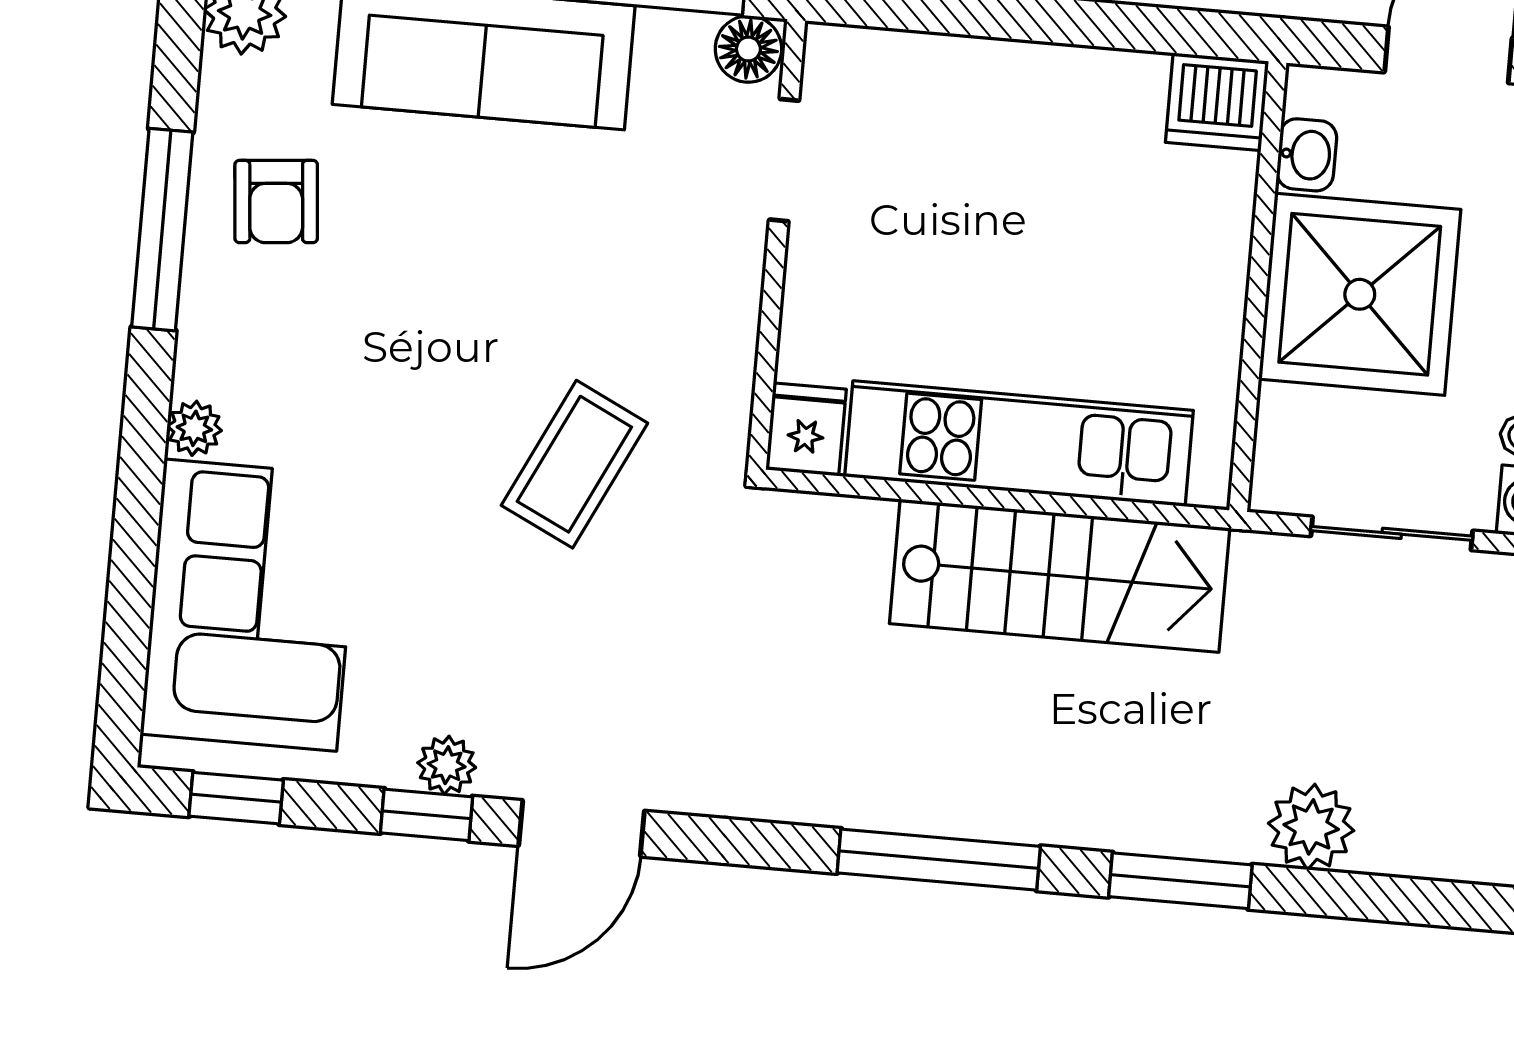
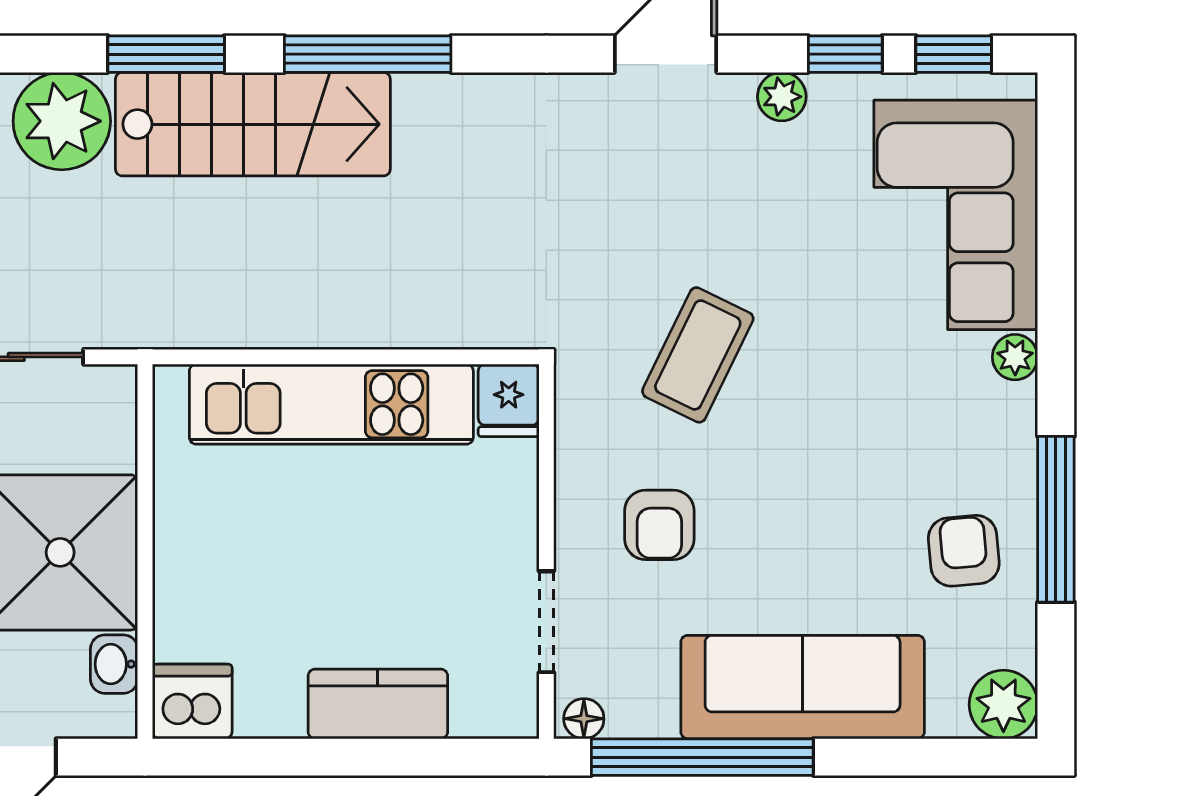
floor lamp: (748, 49) -> (584, 719), width x0.73, depth x0.73
kitchen counter: (995, 79) -> (378, 704), added
armchair: (638, 265) -> (659, 525), added
stairs: (1060, 576) -> (253, 124), moved, turned 180
window: (426, 815) -> (845, 54), moved
plant: (1311, 827) -> (62, 121), width x1.36, depth x1.36

